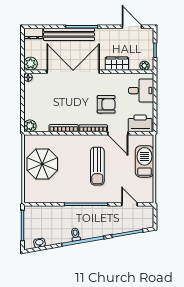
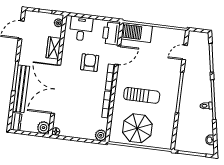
barbecue: (144, 161) -> (137, 32), moved
sun lounger: (97, 166) -> (142, 95), moved

